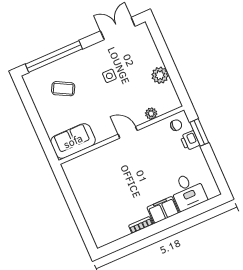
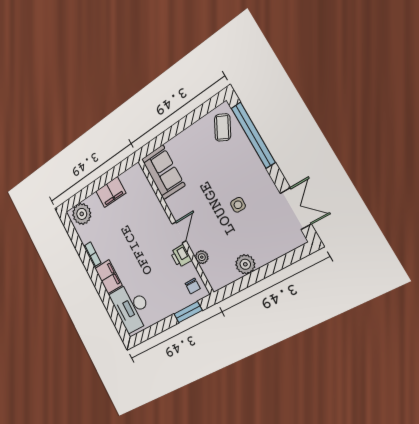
coffee table: (63, 89) -> (223, 127), moved
printer: (190, 141) -> (181, 256), moved, turned -90
desk: (188, 191) -> (131, 307), width x1.37
filing cabinet: (84, 197) -> (111, 192), added
plant: (101, 231) -> (82, 214), added

